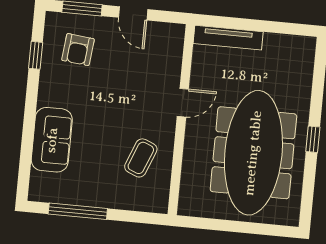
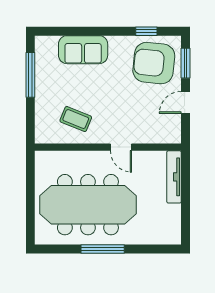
armchair: (78, 50) -> (154, 63), width x1.88, depth x1.88
window: (313, 139) -> (103, 249), width x2.17

